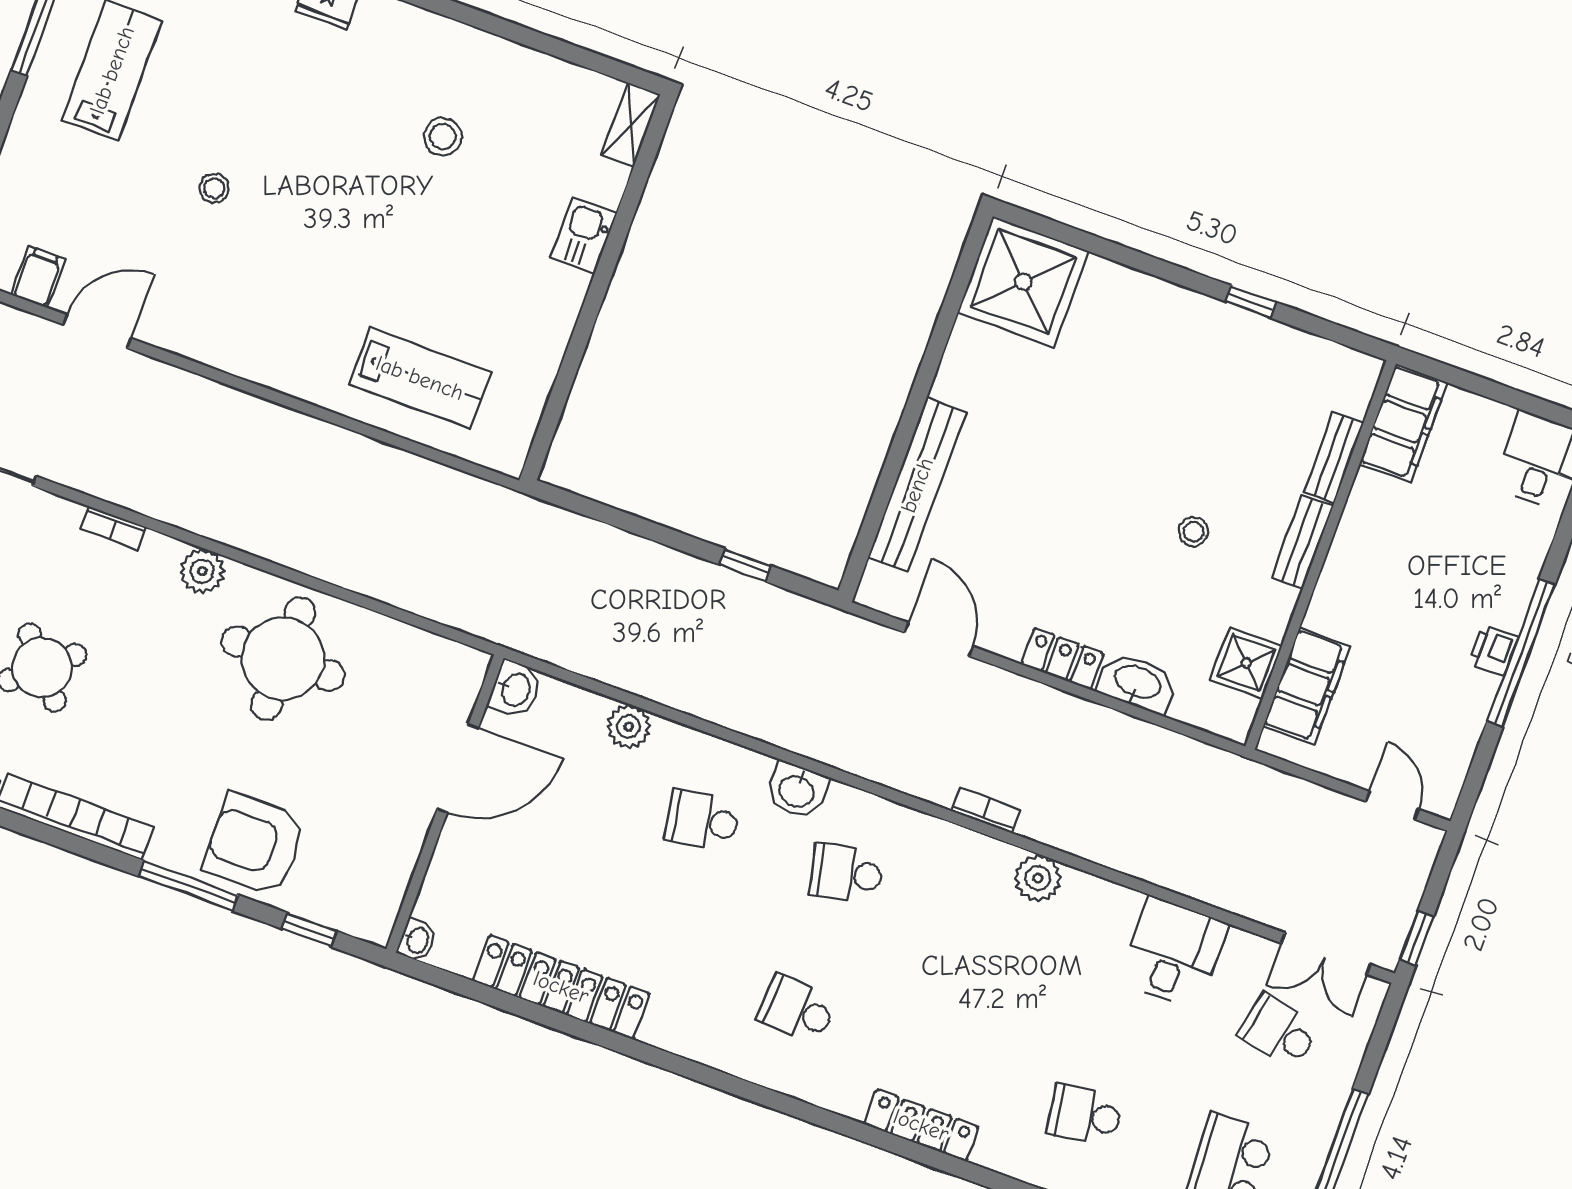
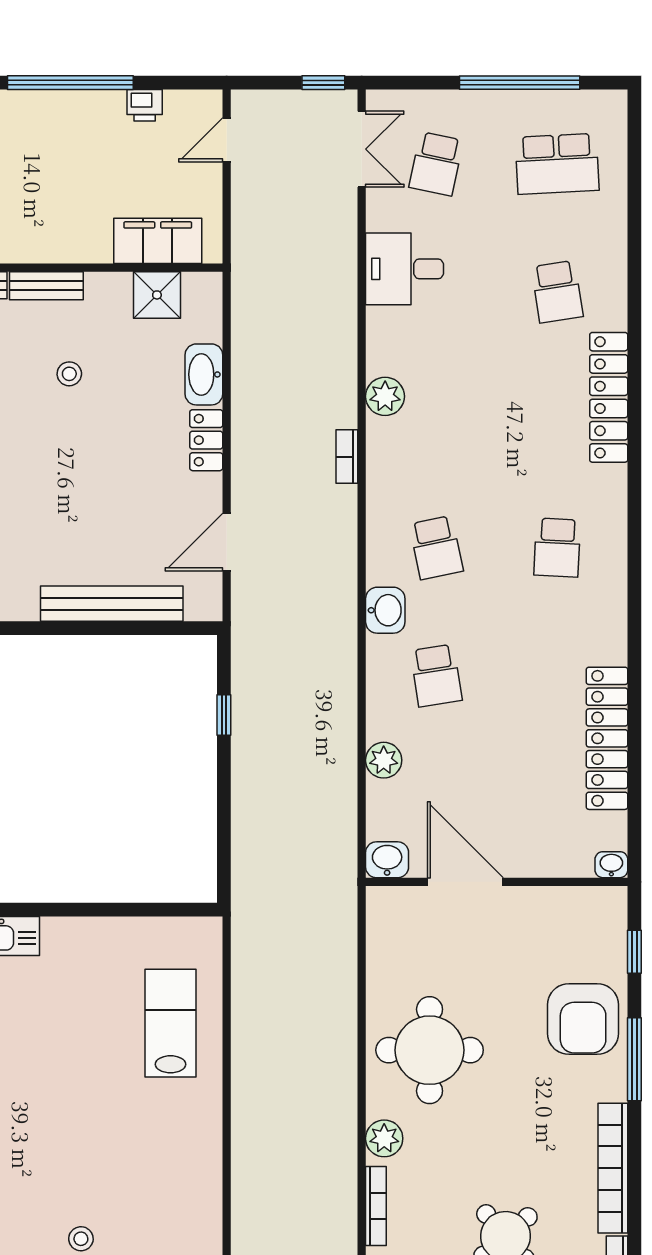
bookcase: (113, 528) -> (376, 1206), width x1.56
printer: (1493, 650) -> (145, 105), moved
locker: (921, 1125) -> (609, 397), width x1.41, depth x1.21

